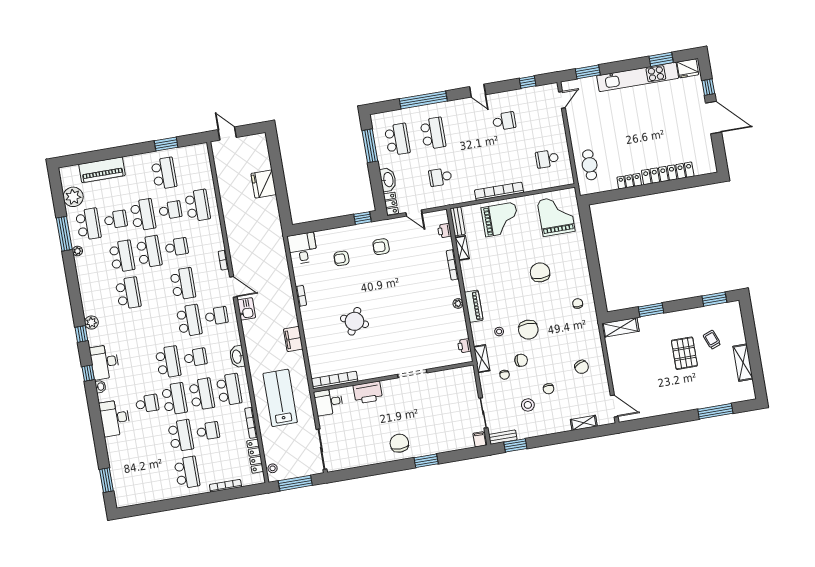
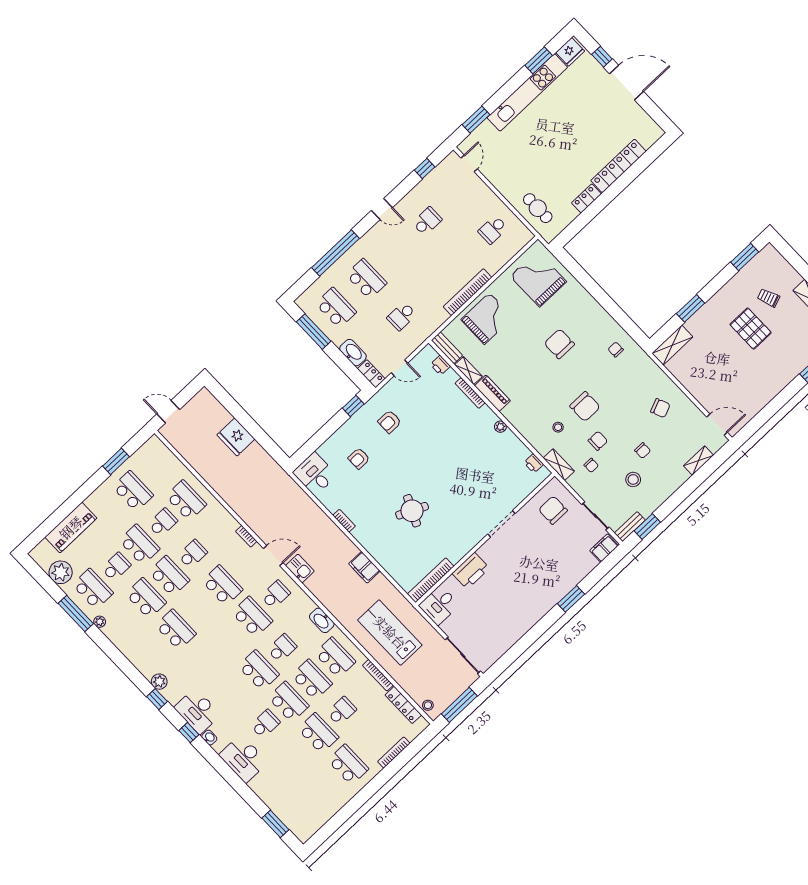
piano: (474, 306) -> (492, 393), moved
filing cabinet: (479, 439) -> (604, 548), width x2.00
chair: (399, 443) -> (553, 510), moved

